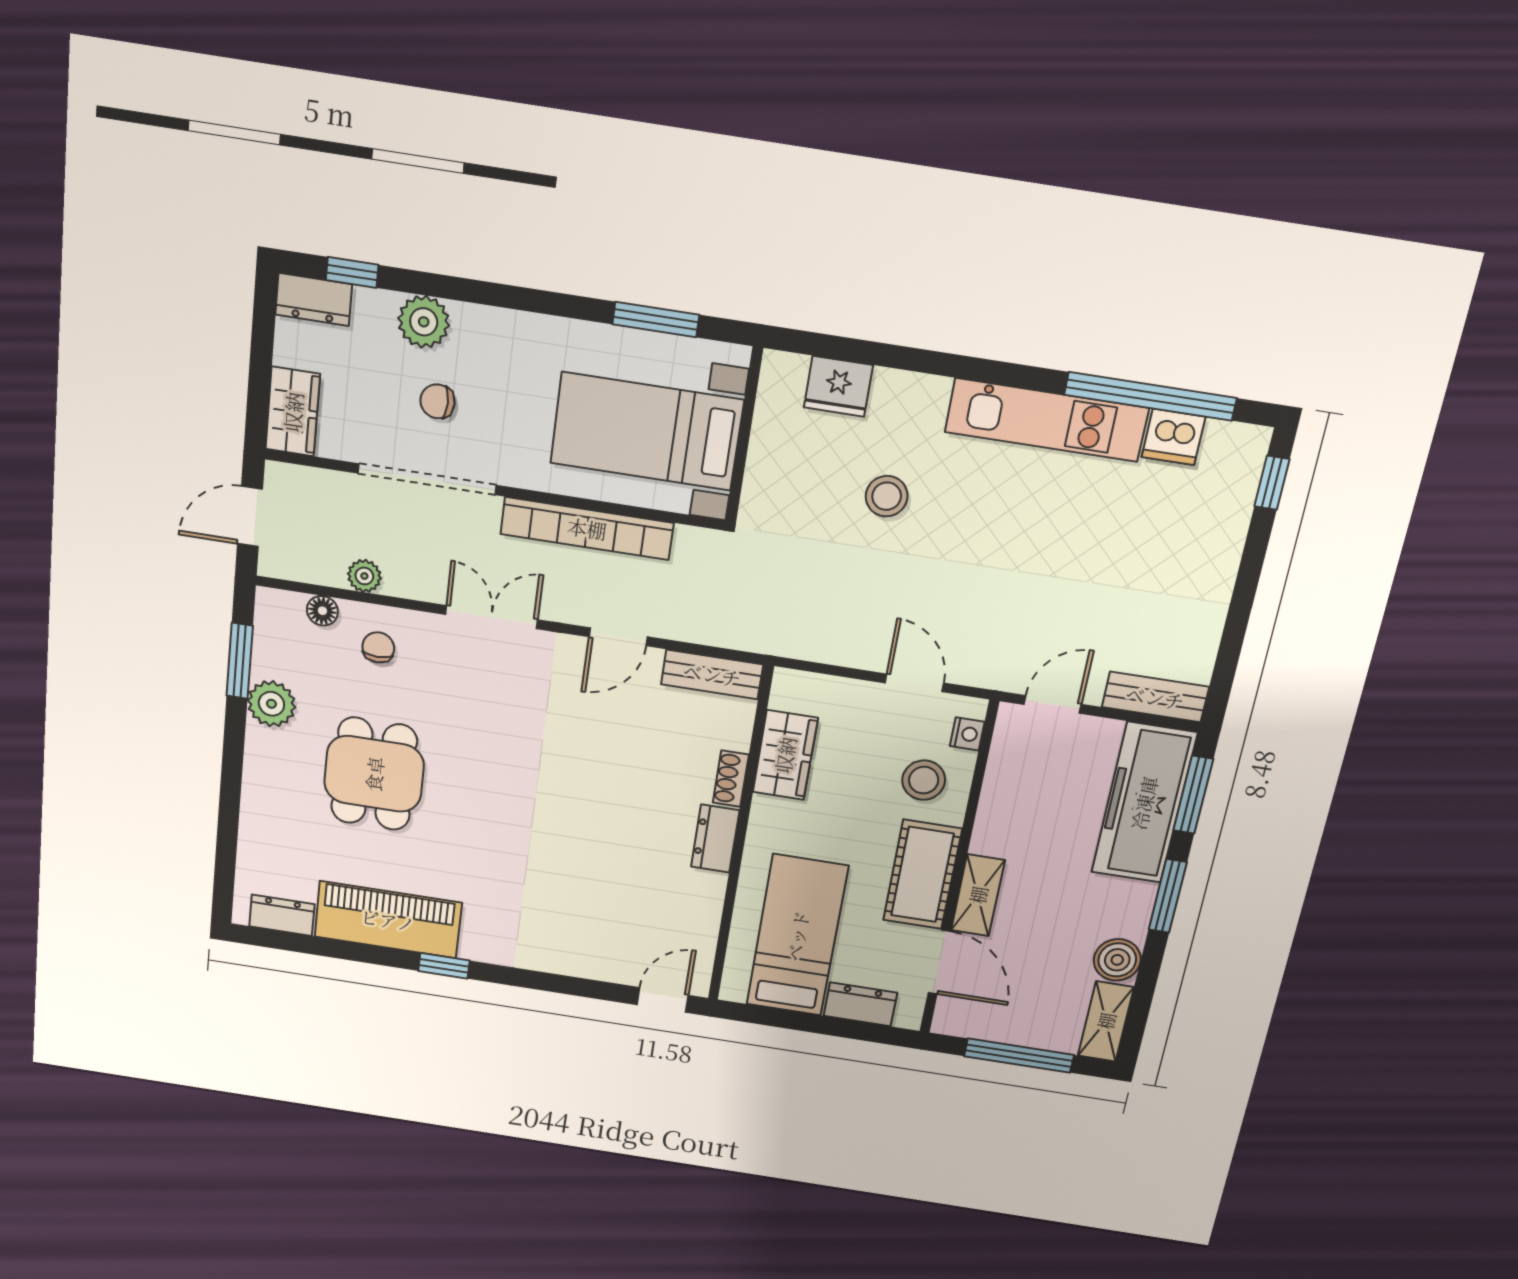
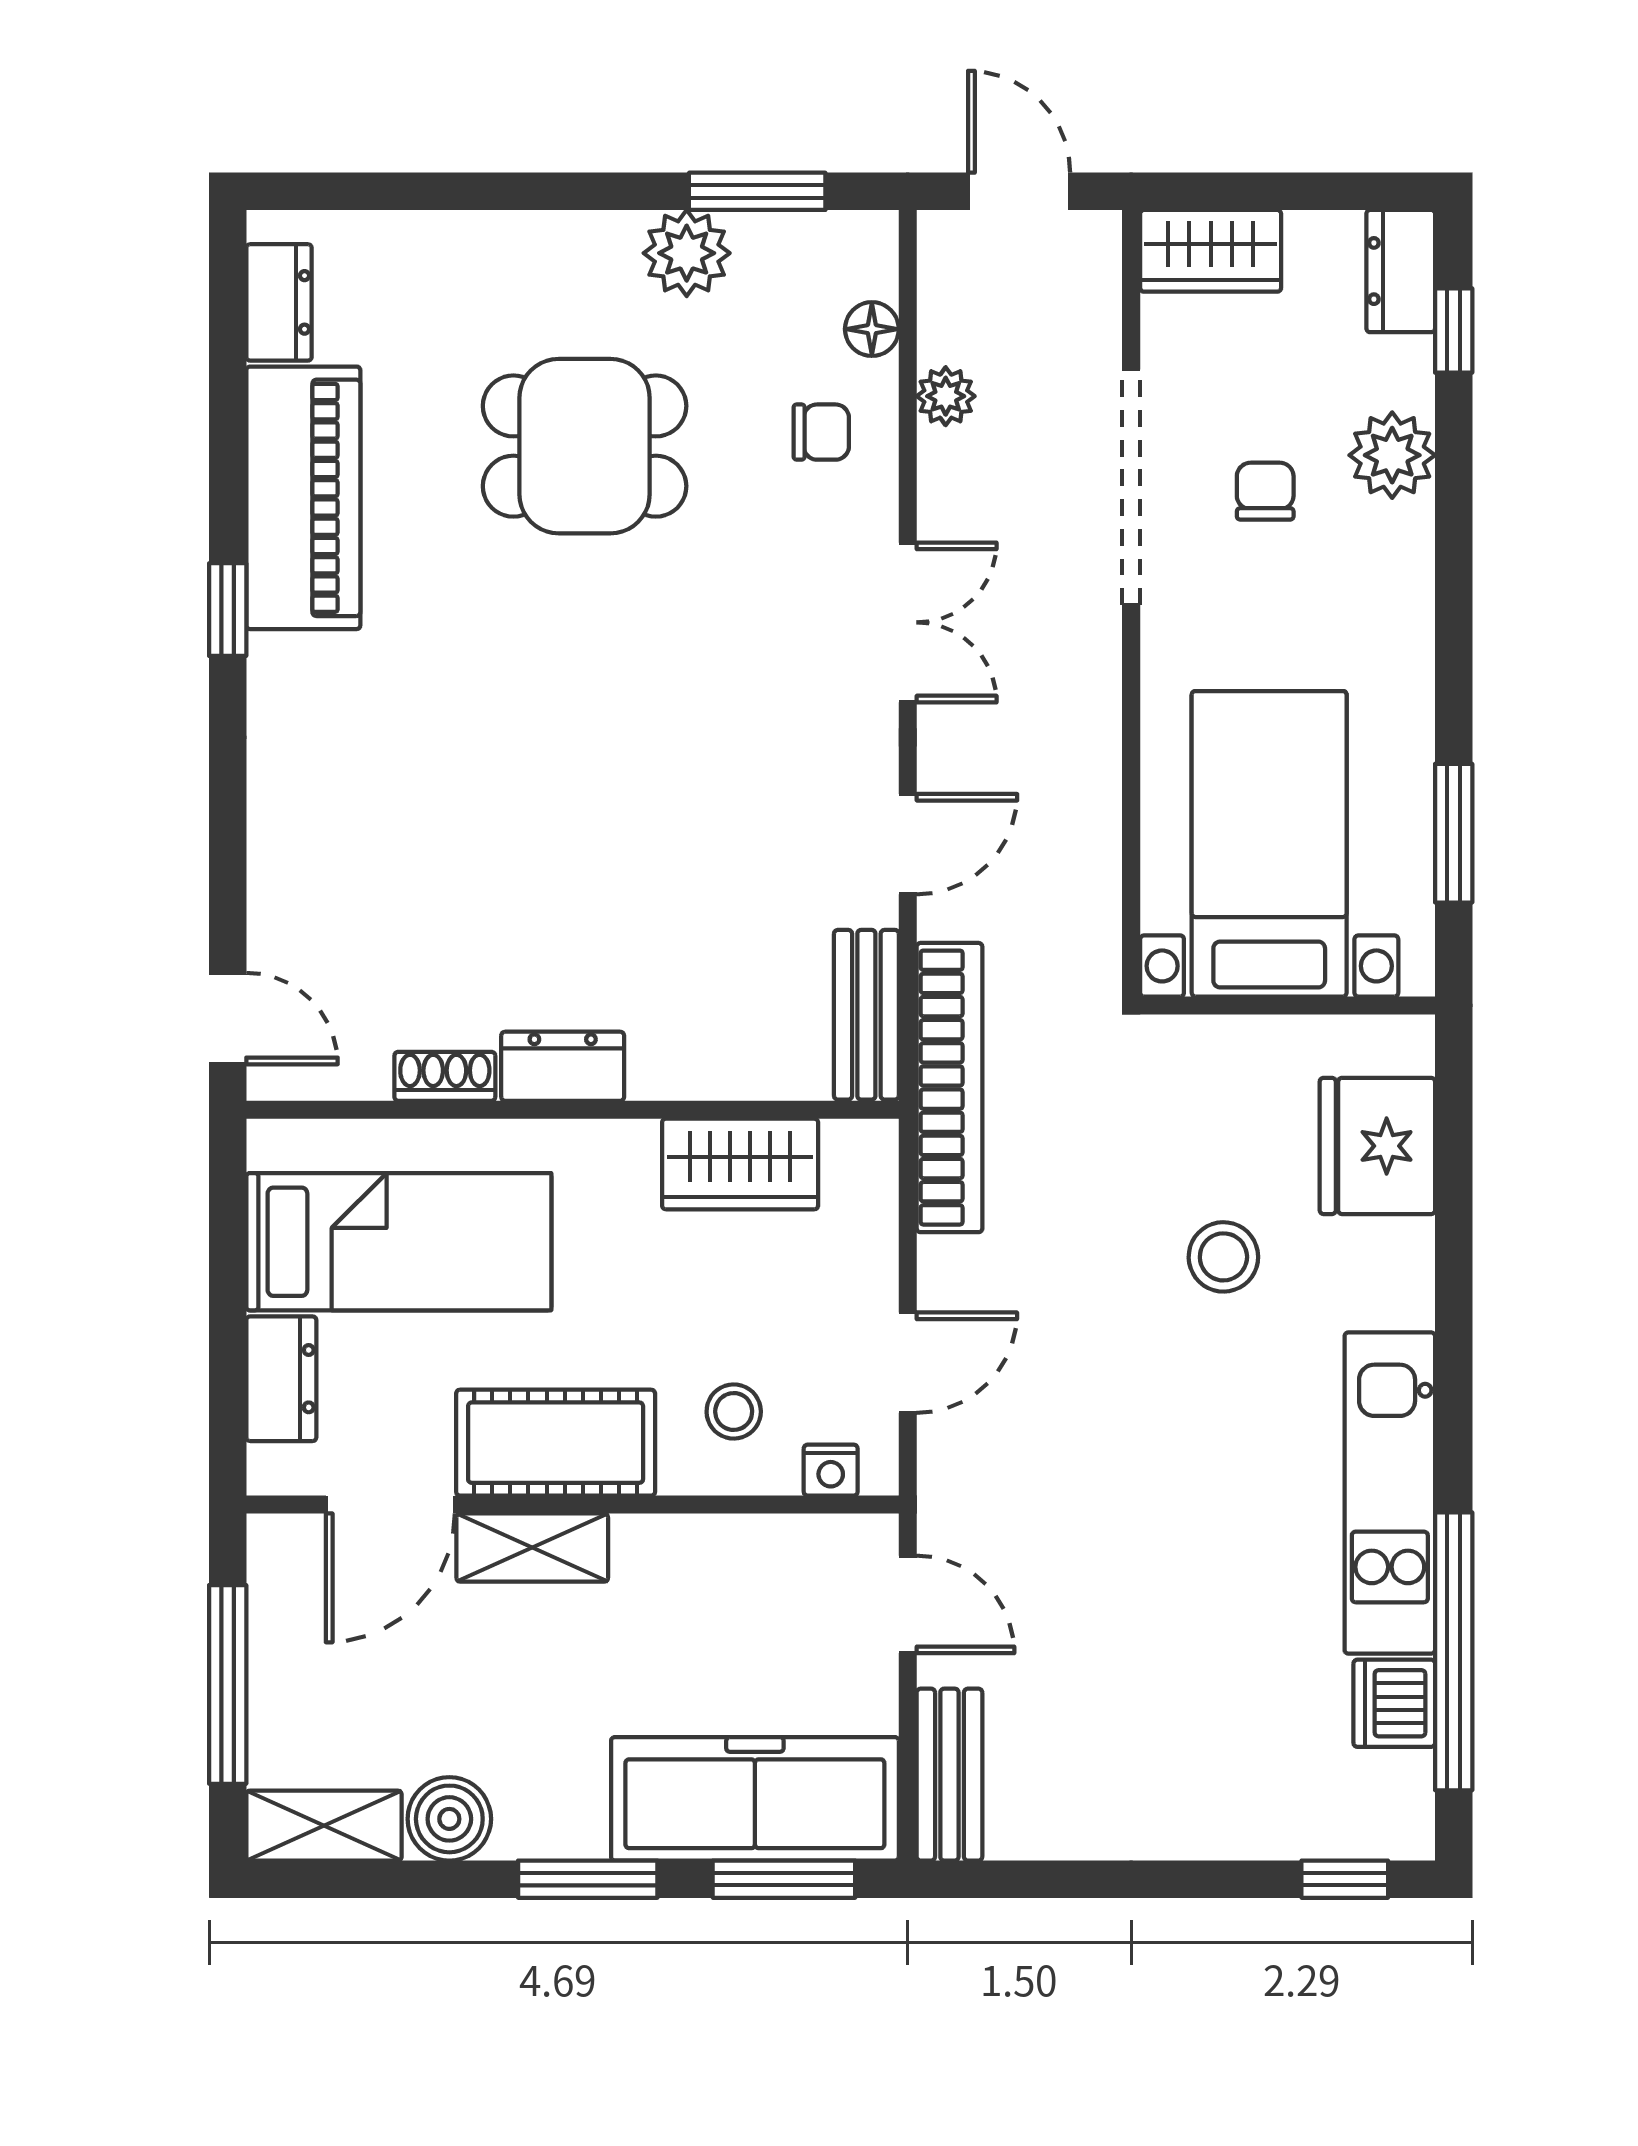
fridge: (838, 386) -> (1377, 1146), width x1.36, depth x1.34
bookcase: (587, 528) -> (949, 1088), moved, turned 180
door: (618, 637) -> (908, 844), swing flipped
shoe rack: (731, 779) -> (445, 1076), moved
stool: (924, 780) -> (734, 1412), width x0.73, depth x0.73

